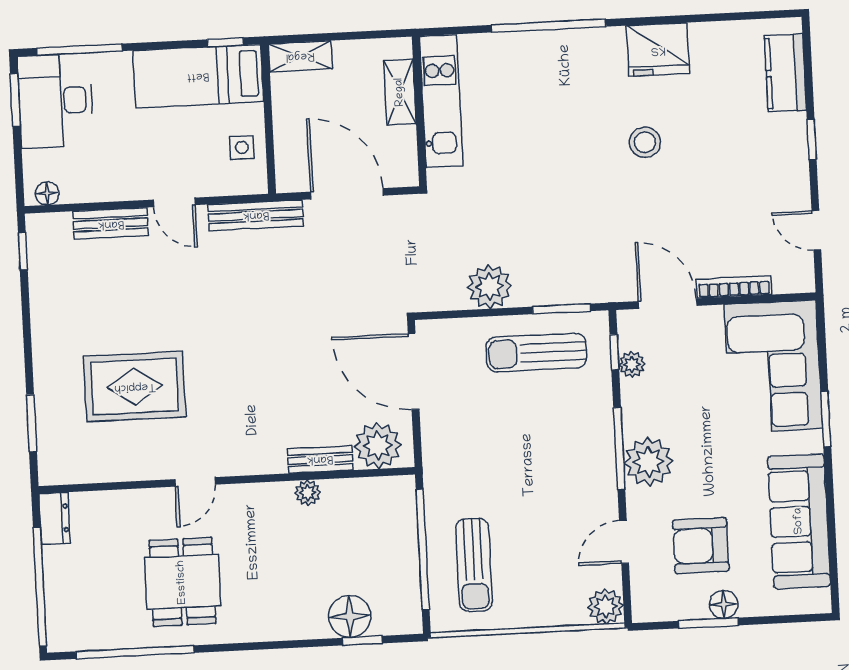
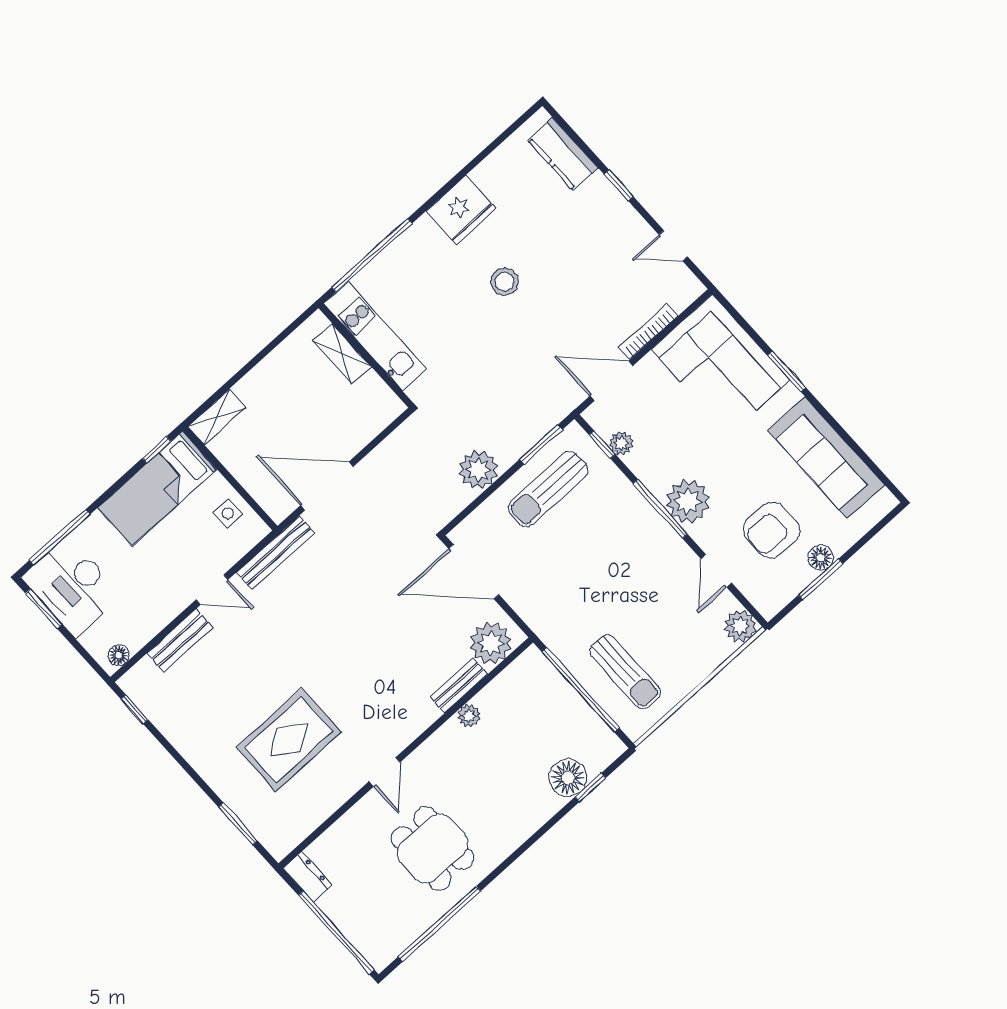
shelving: (400, 92) -> (342, 354), moved
kitchen unit: (441, 101) -> (375, 336), moved
wall: (419, 111) -> (366, 356), moved

